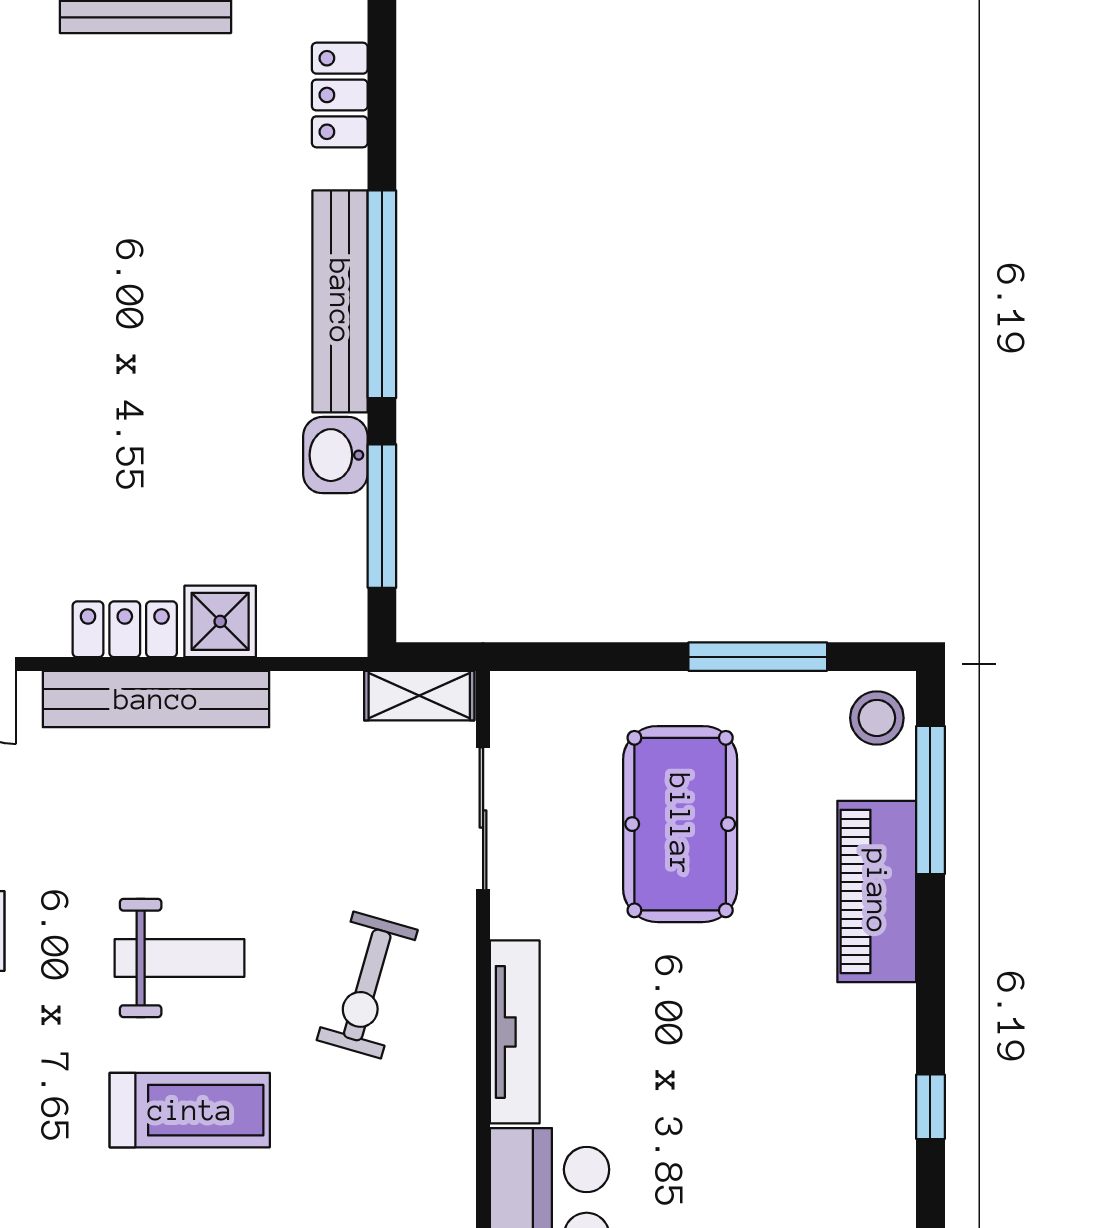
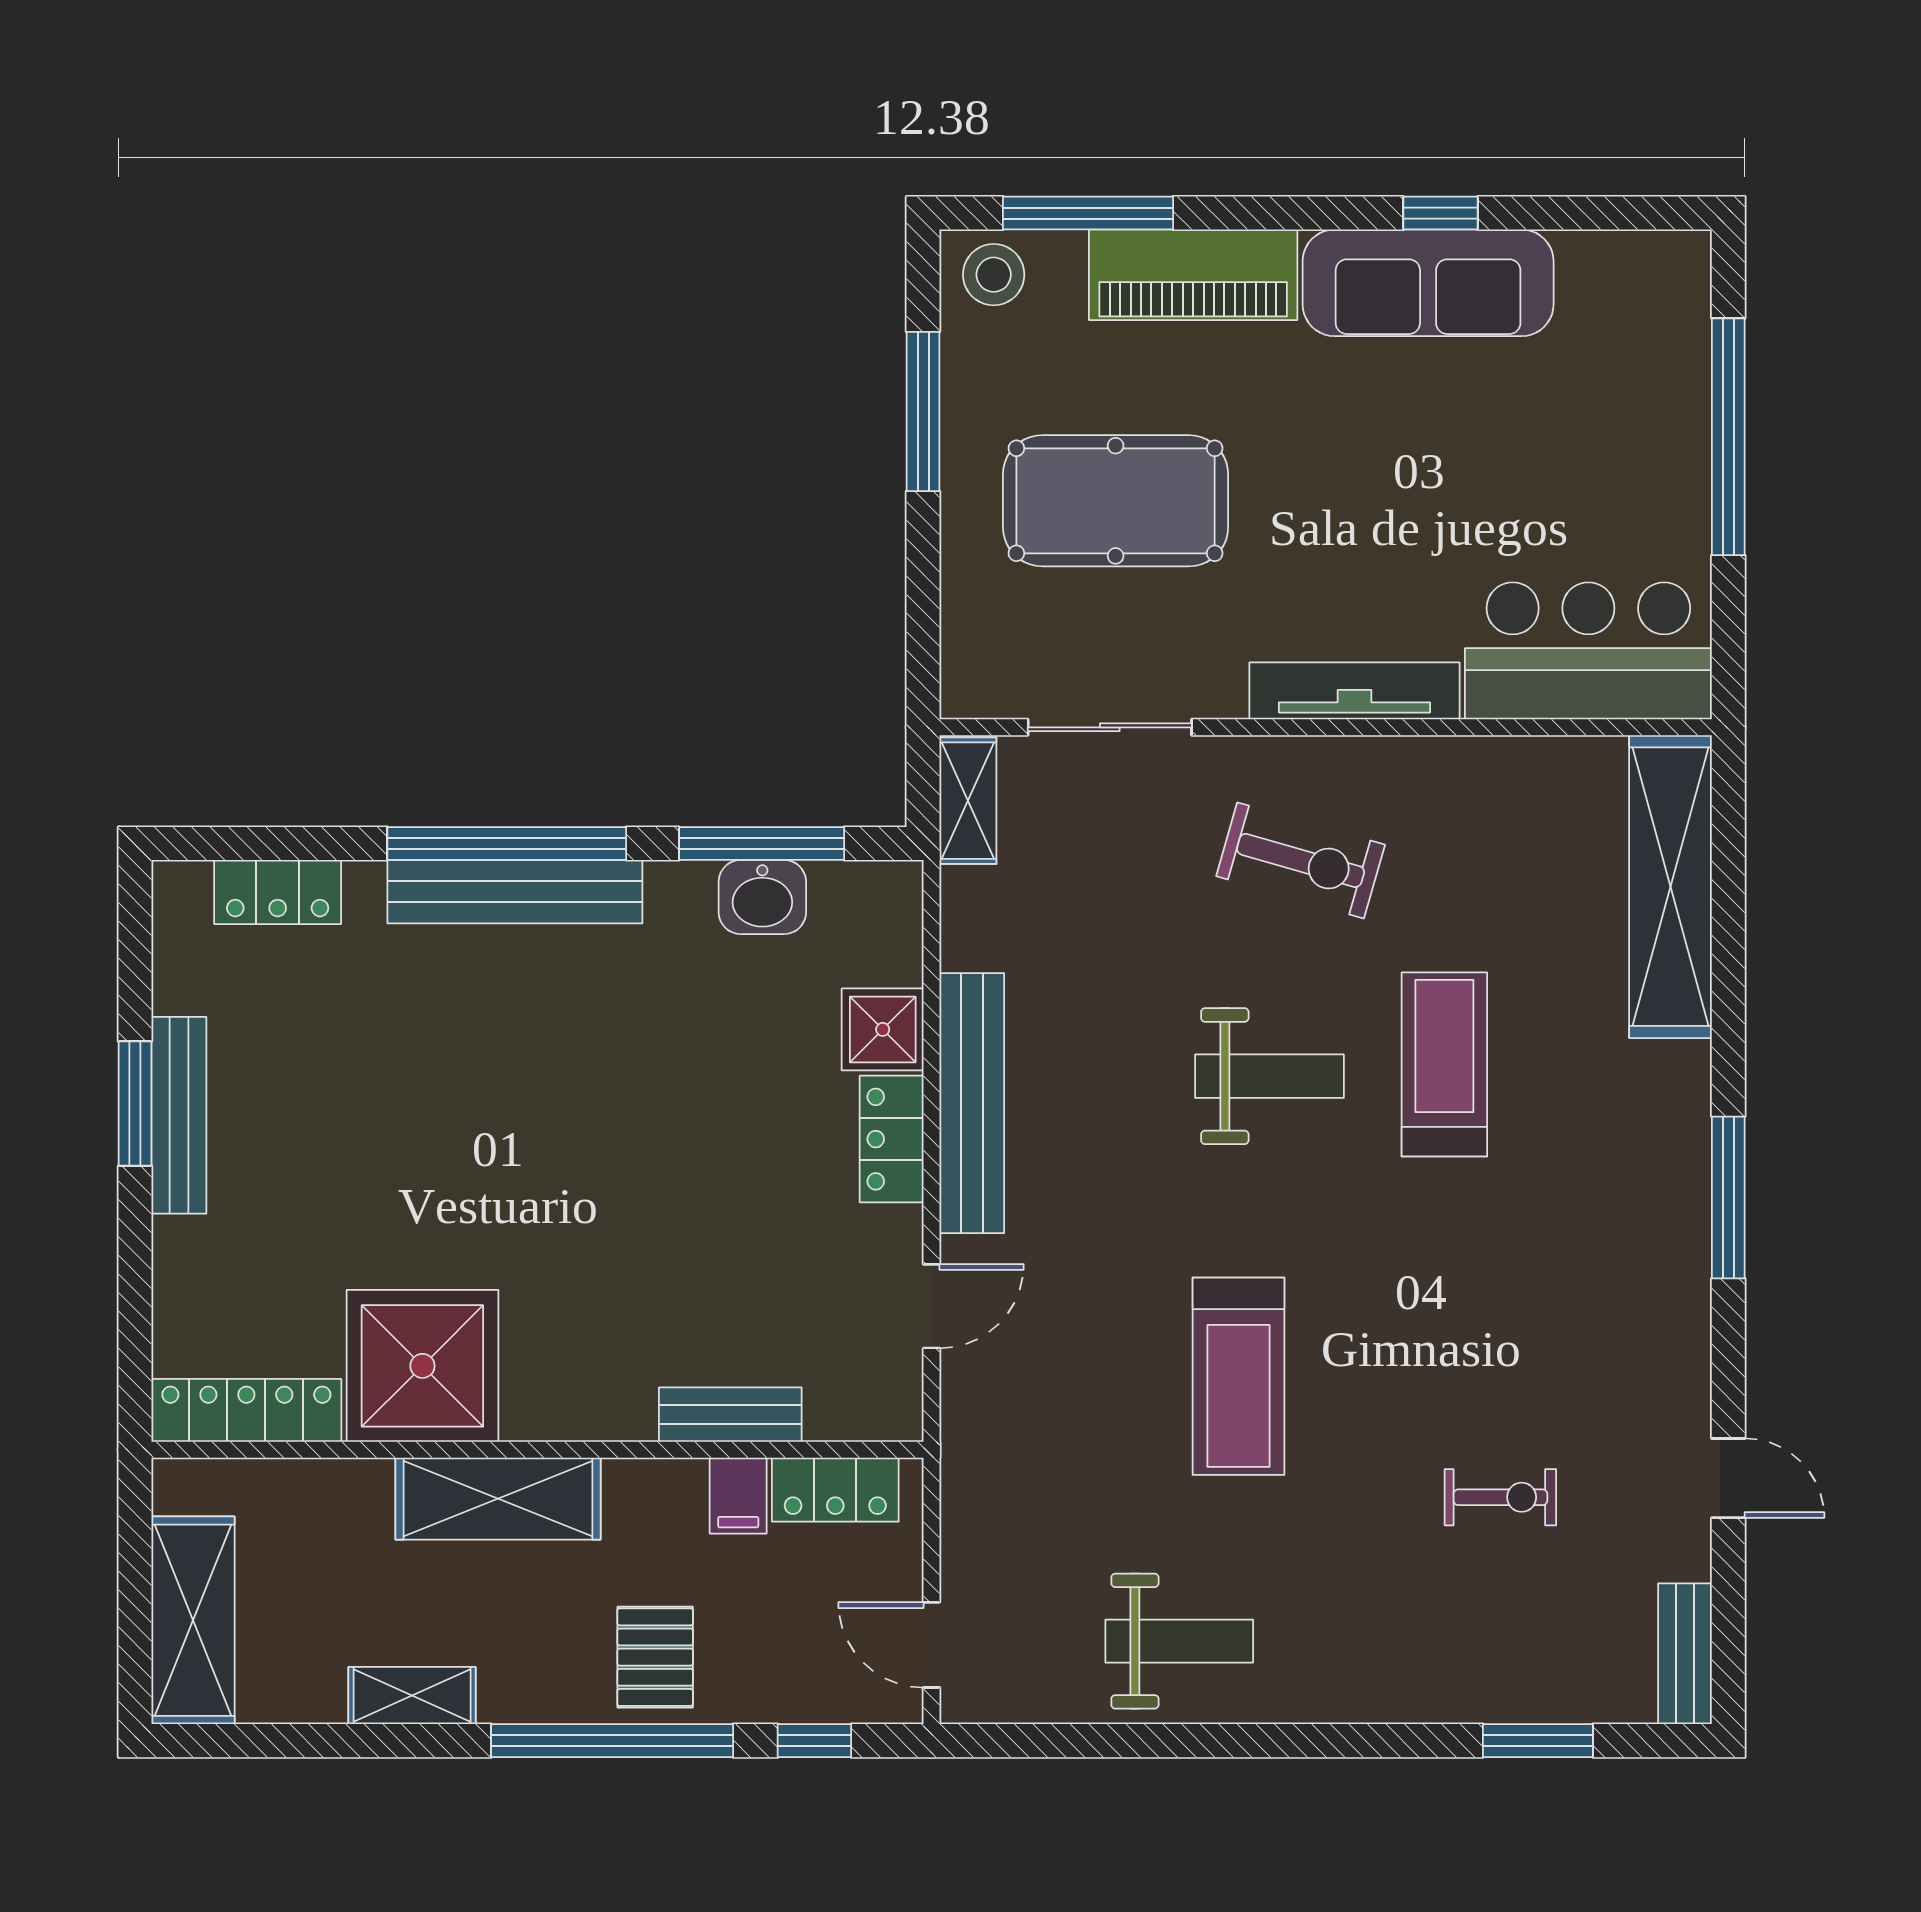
washbasin: (335, 455) -> (762, 897), moved
weight bench: (179, 958) -> (1270, 1076), turned 90
sofa: (870, 1096) -> (1428, 283), added

